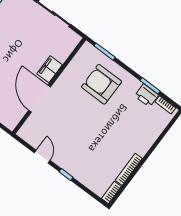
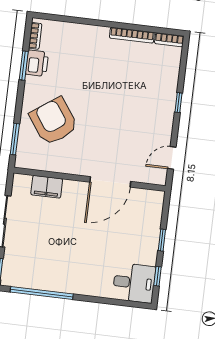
filing cabinet: (50, 69) -> (47, 187), moved
armchair: (102, 84) -> (54, 121), turned 145
door: (42, 157) -> (172, 158), moved

